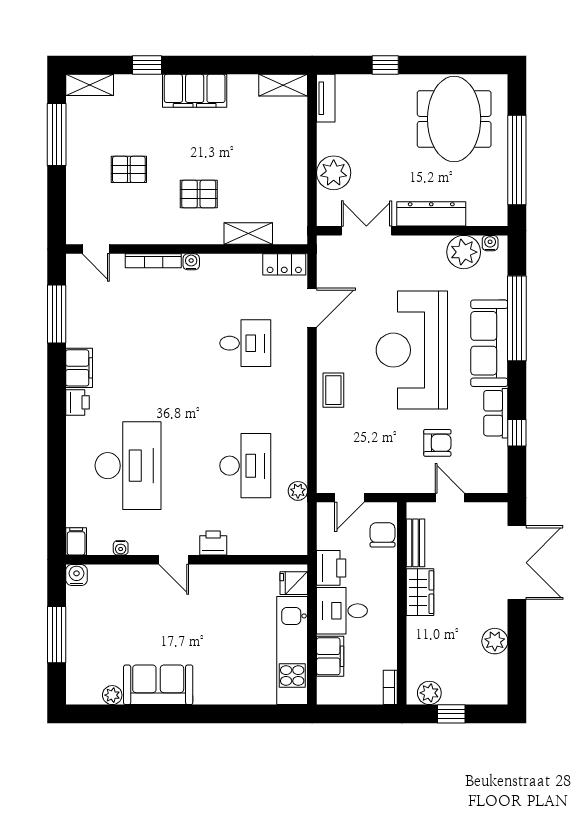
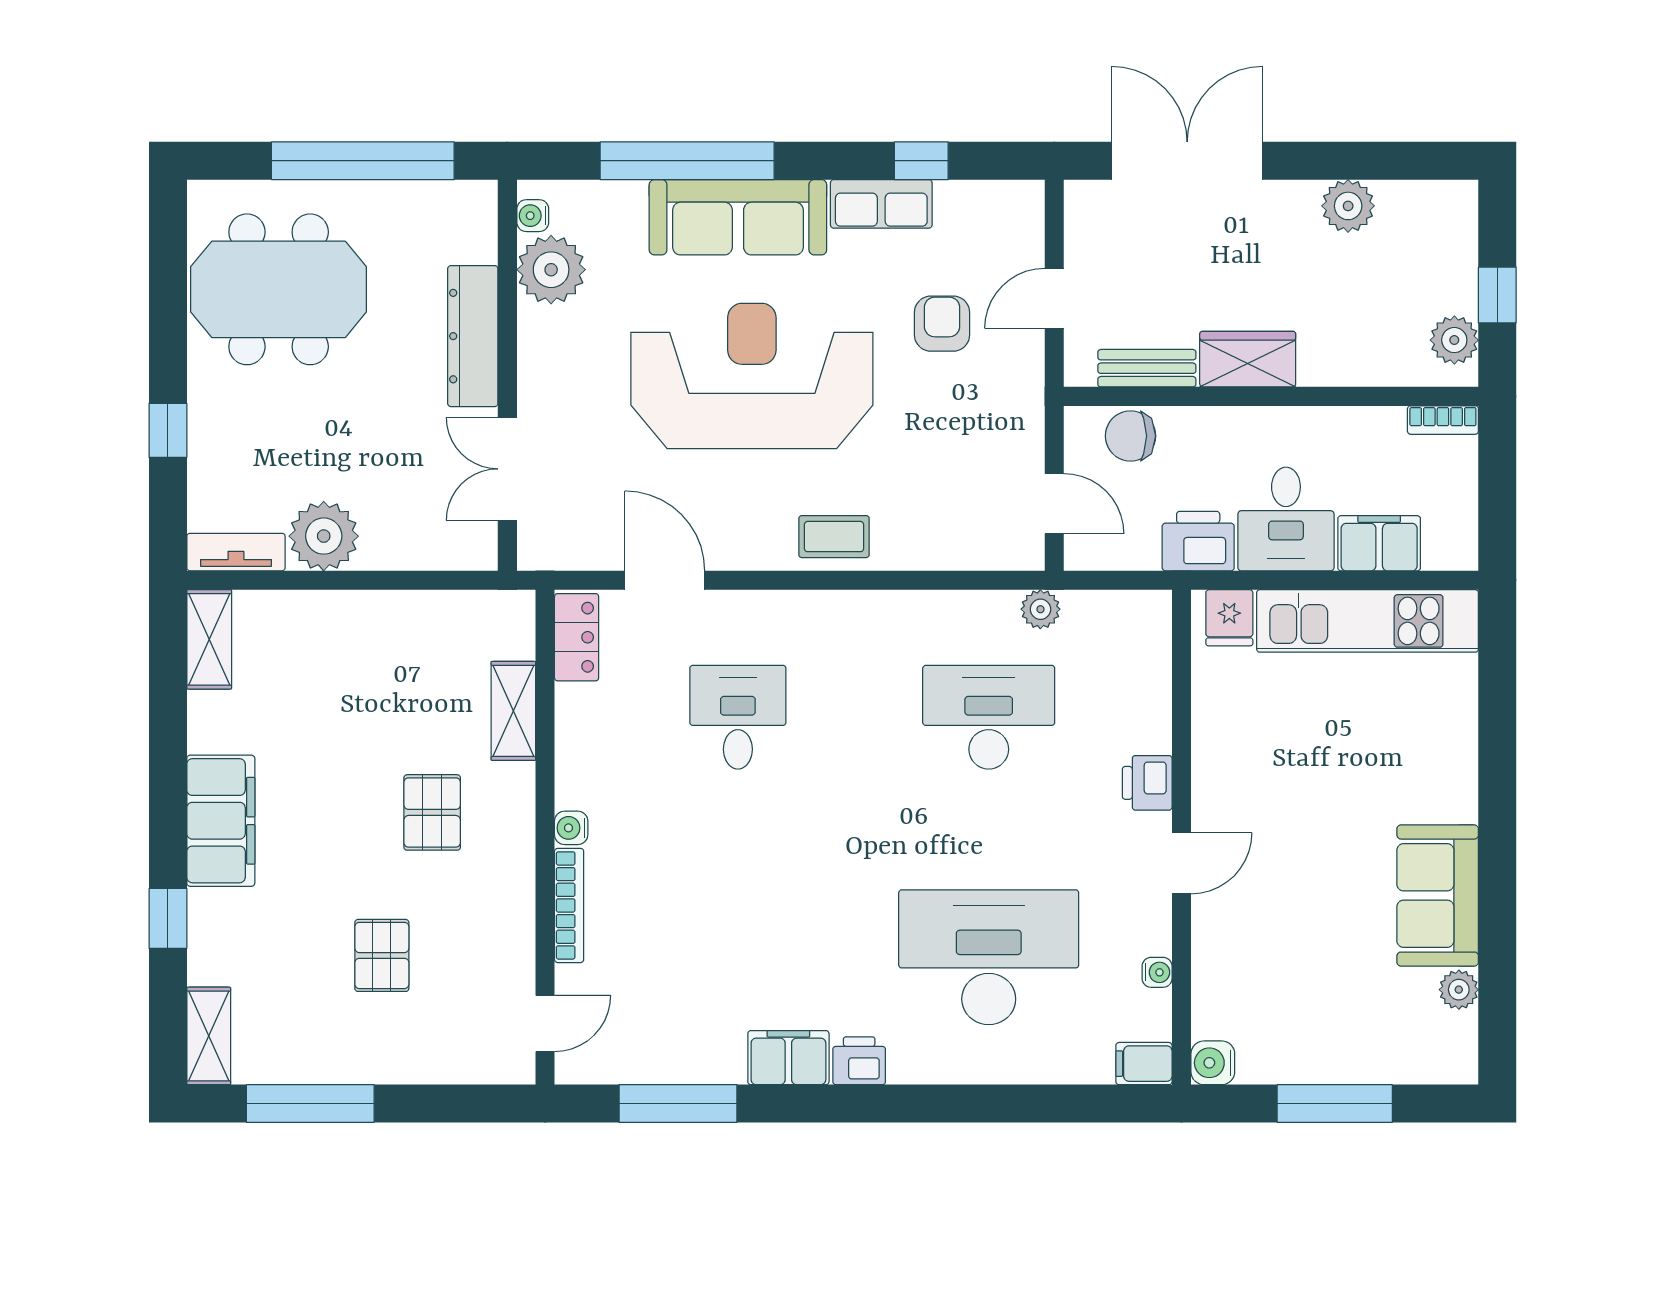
plant: (334, 173) -> (324, 536), moved
reception desk: (412, 350) -> (752, 376), turned 180

